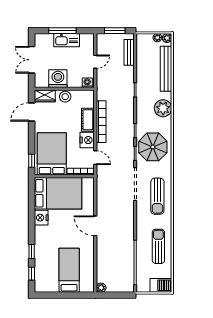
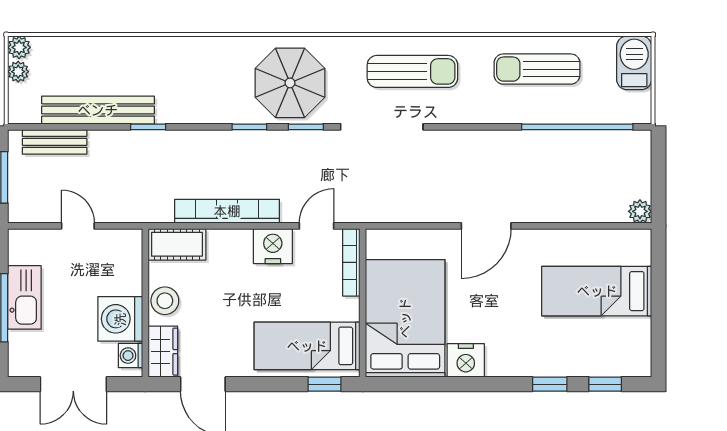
bench: (166, 69) -> (98, 110), moved
washing machine: (87, 83) -> (130, 356), moved
plant: (163, 108) -> (194, 57), removed
cot: (88, 120) -> (177, 244), moved
bed: (52, 154) -> (307, 346), width x0.67

